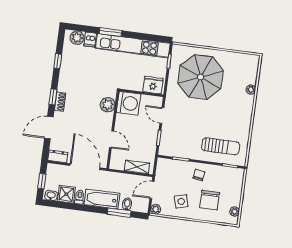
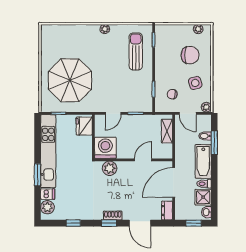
plant: (251, 90) -> (105, 29), moved
chair: (199, 175) -> (172, 94), moved

